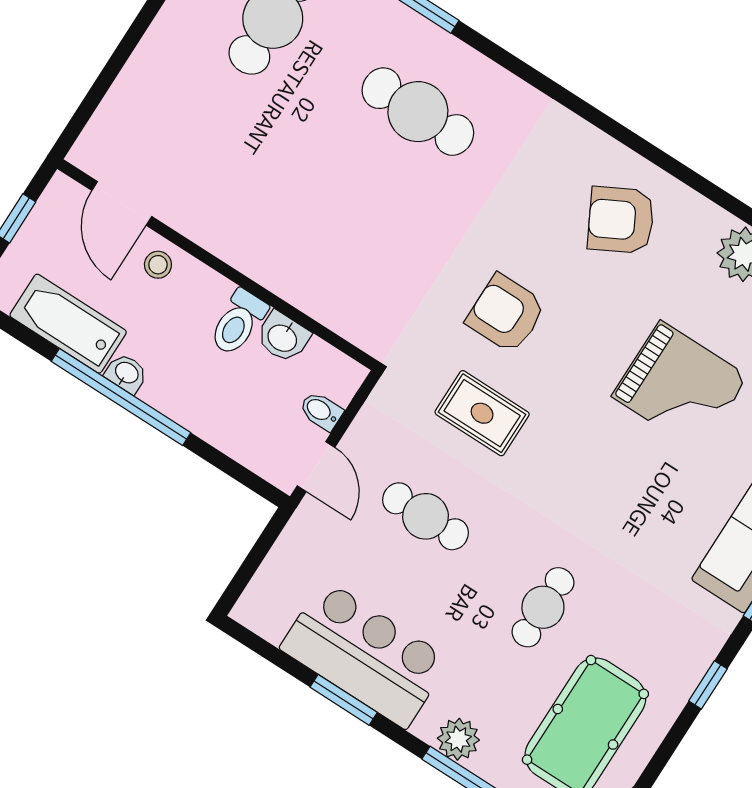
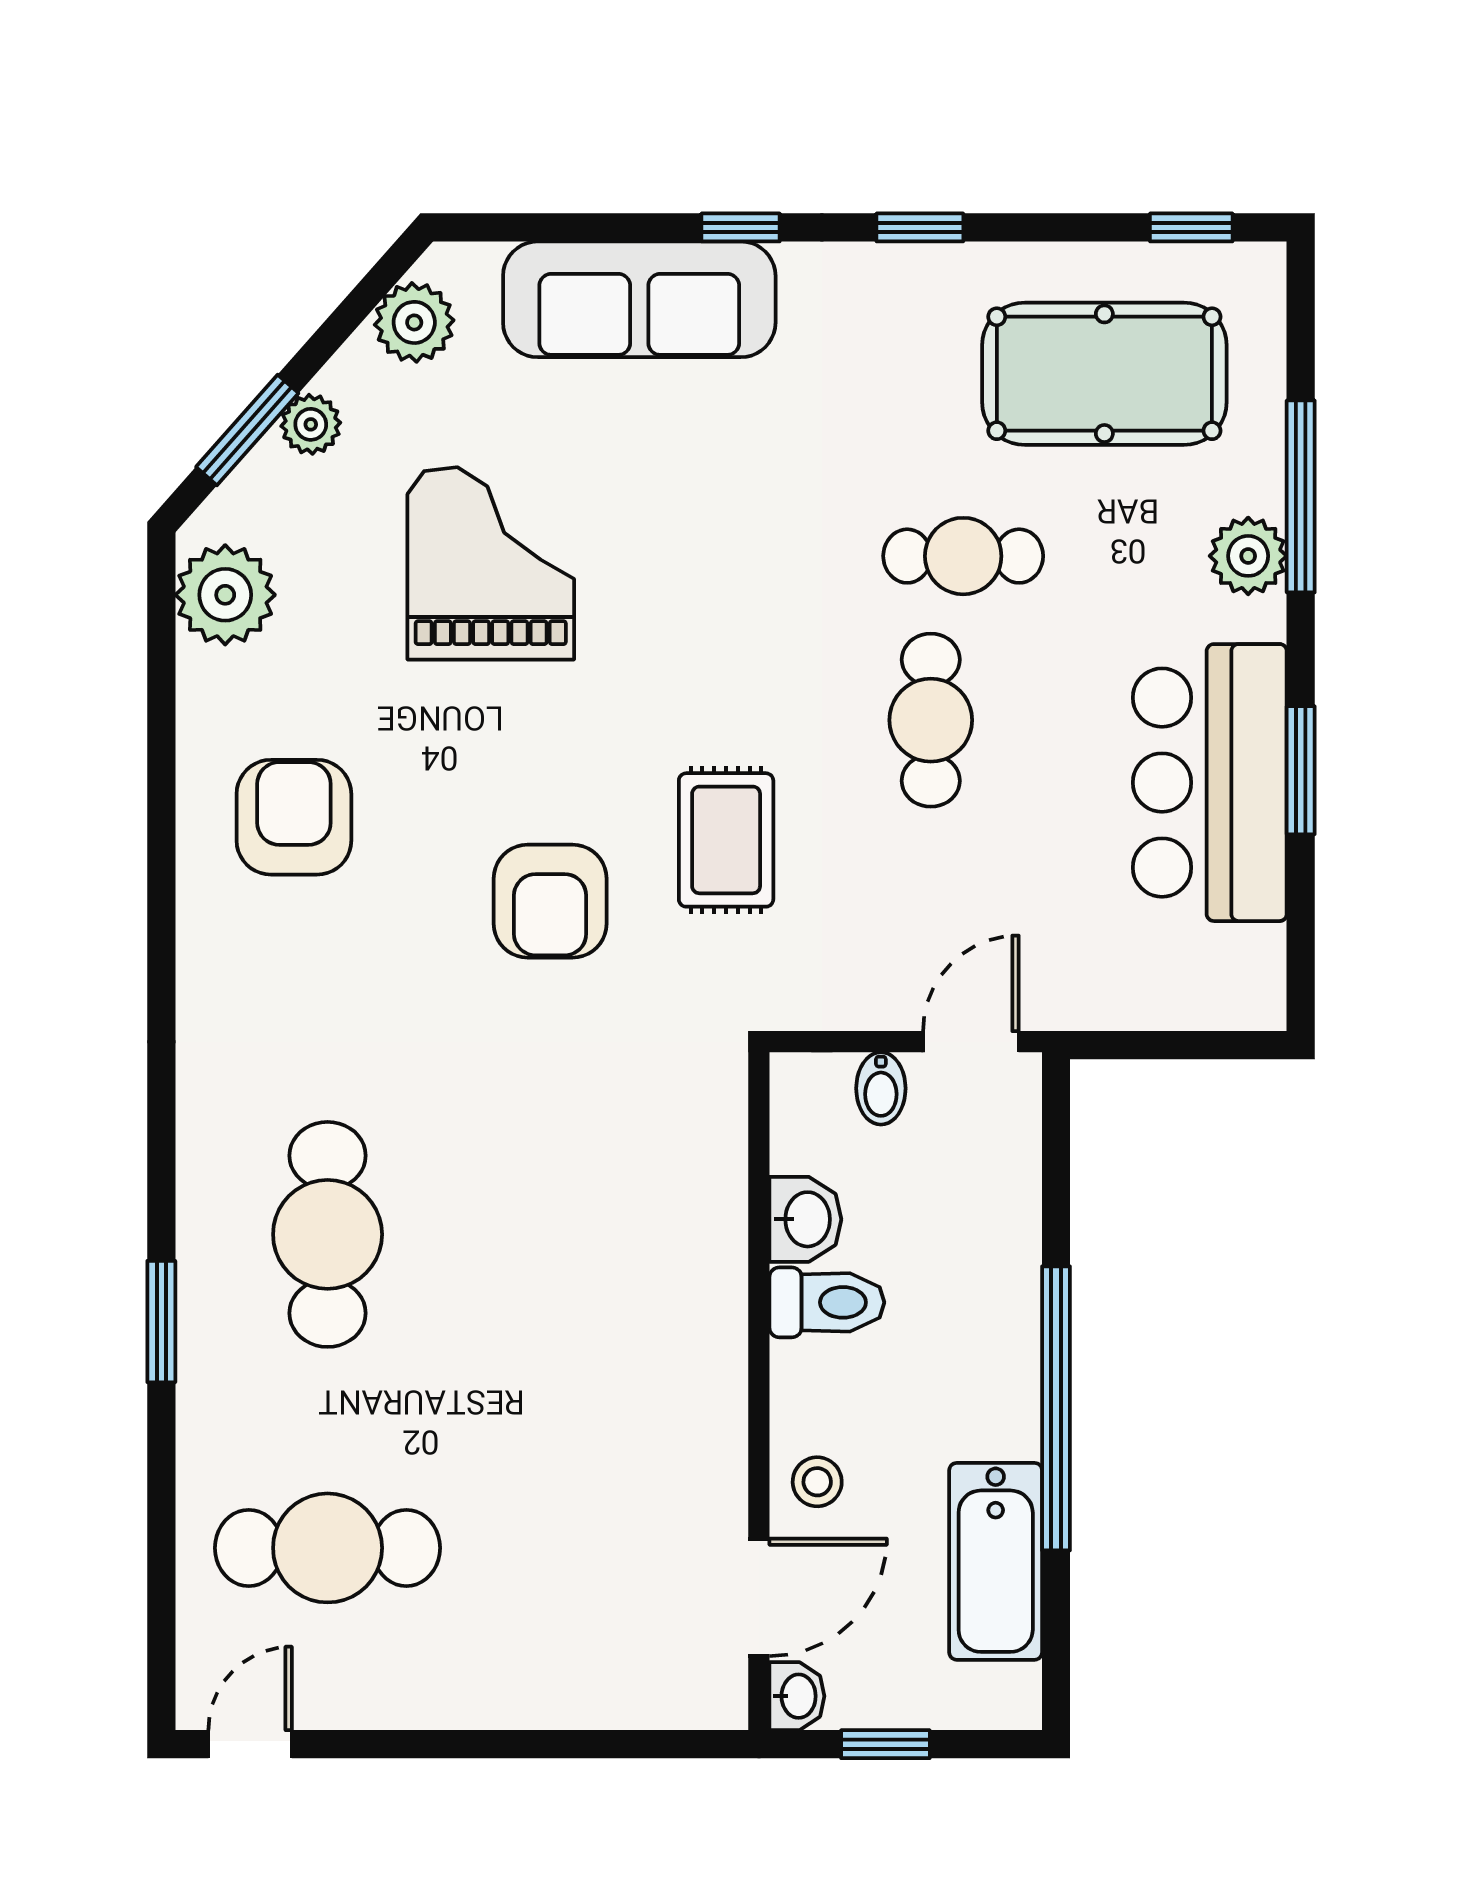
armchair: (621, 220) -> (294, 817), turned -152
washbasin: (126, 373) -> (797, 1696), moved, turned 180
cafe table: (425, 516) -> (931, 720), moved

